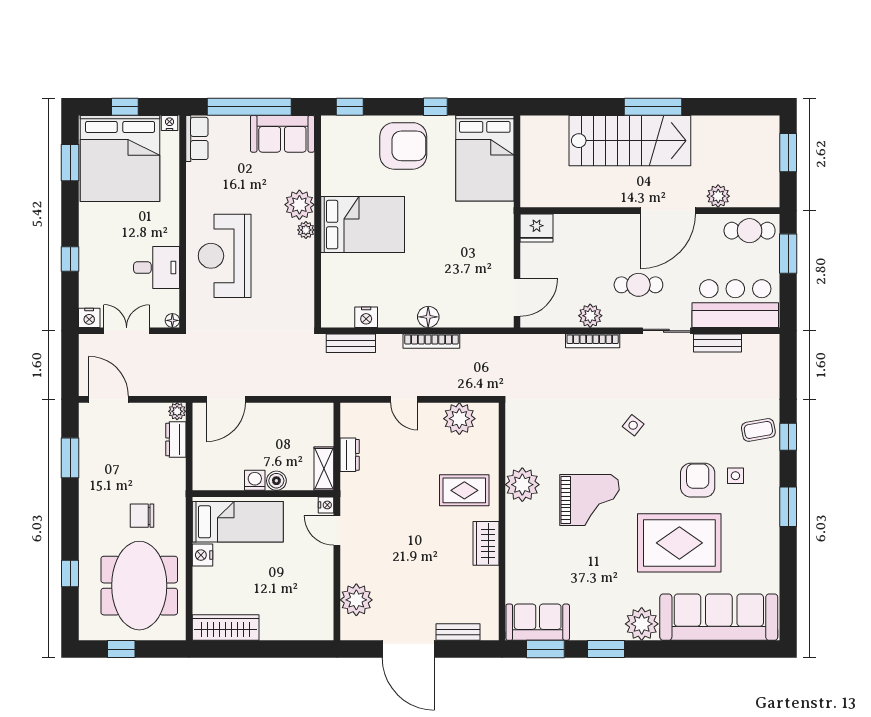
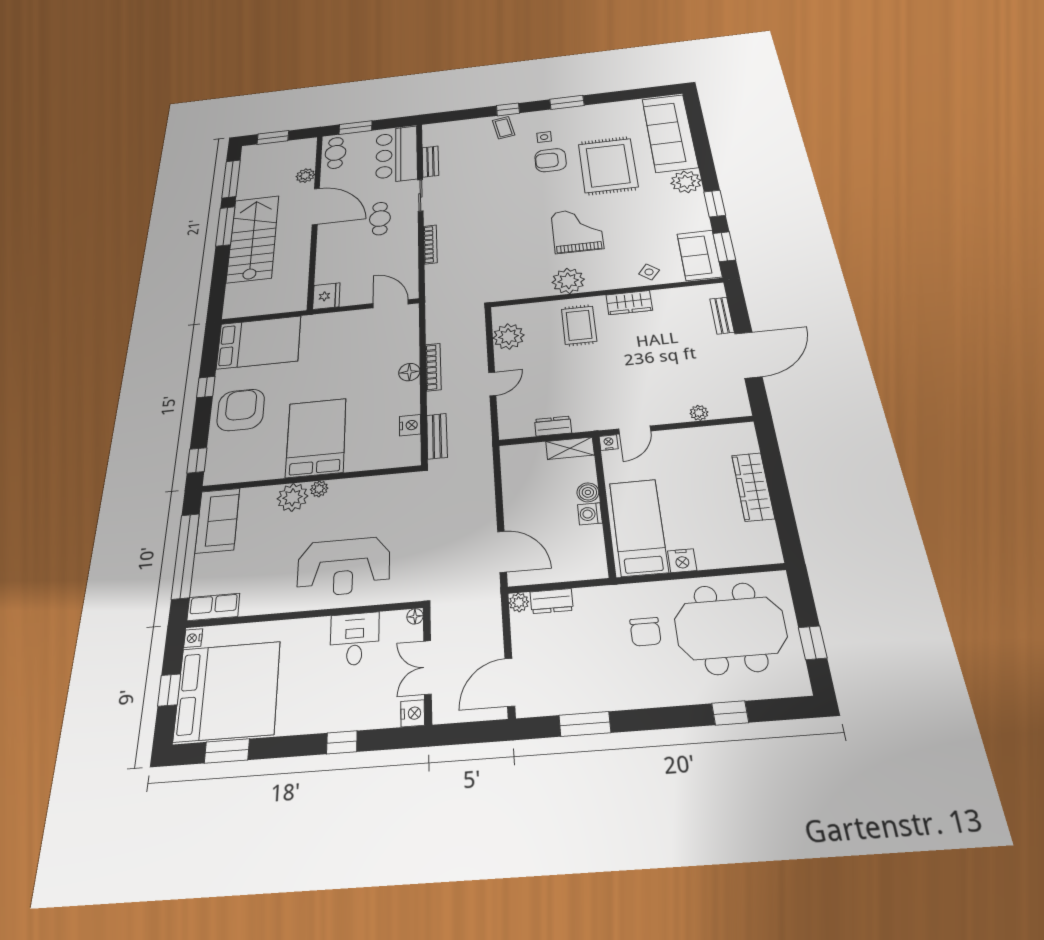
window: (727, 107) -> (231, 179), added
plant: (590, 316) -> (408, 249), removed
side table: (633, 425) -> (649, 272), moved
plant: (356, 600) -> (699, 413), width x0.53, depth x0.53
wardrobe: (226, 628) -> (753, 487), moved

